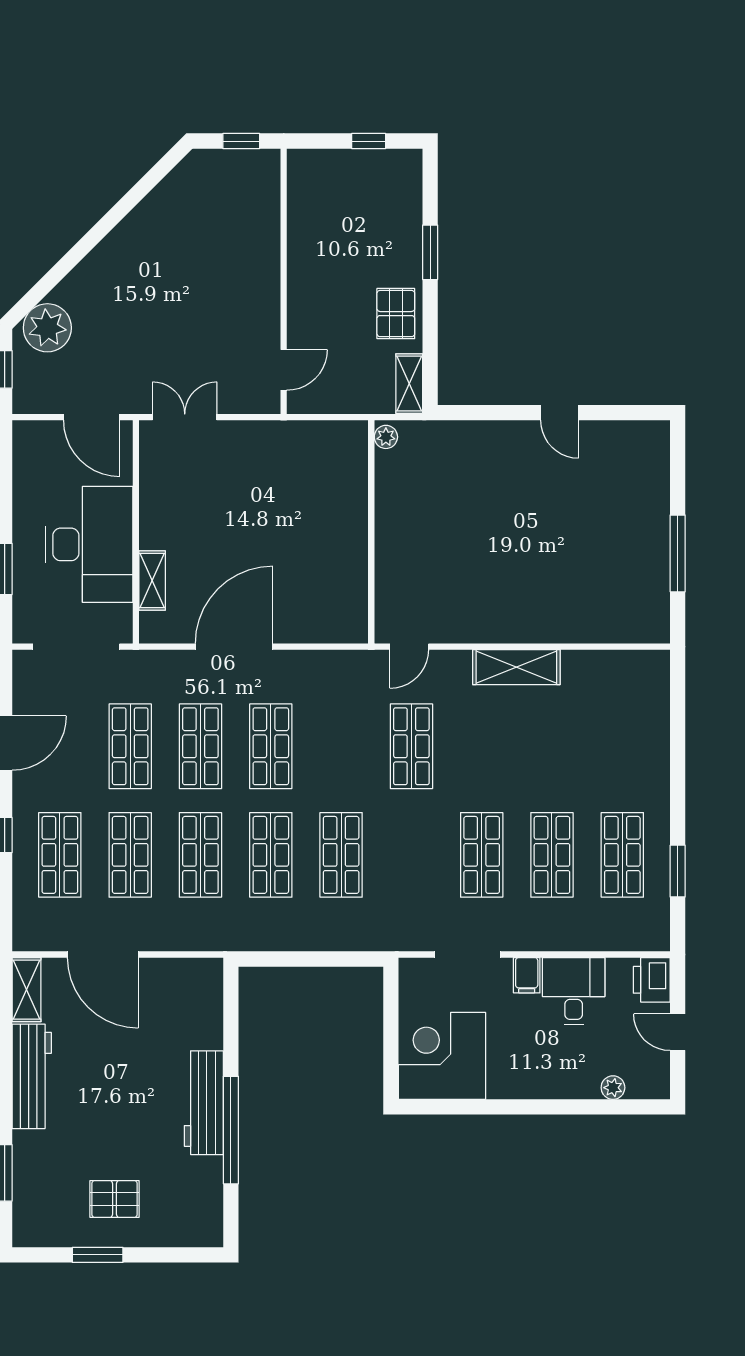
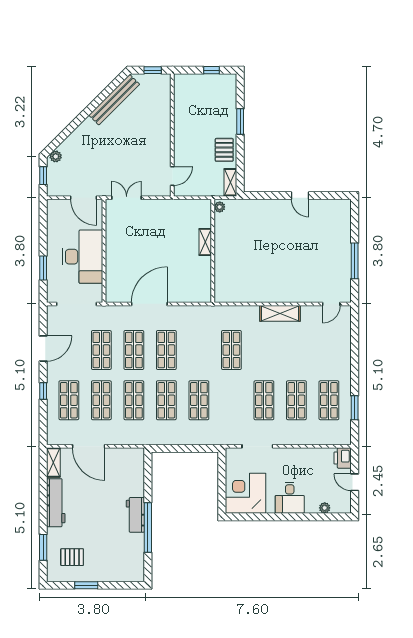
bench: (158, 205) -> (114, 100), added
plant: (47, 328) -> (56, 156), width x0.53, depth x0.53
shelving: (152, 581) -> (205, 242), moved
door: (409, 647) -> (331, 304), moved
filing cabinet: (527, 975) -> (285, 456), removed
desk: (574, 991) -> (290, 498), moved, turned 180
workbench: (204, 1103) -> (135, 515), width x0.73
pallet: (114, 1199) -> (72, 557), moved

